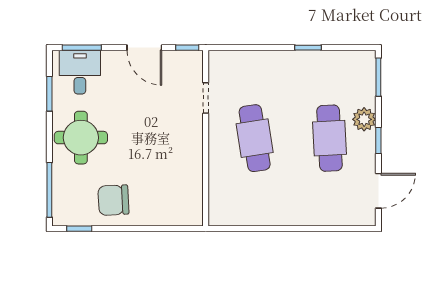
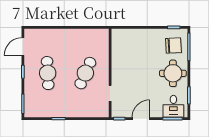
door: (144, 48) -> (141, 119), hinge flipped
plant: (364, 119) -> (30, 83), removed
cafe table: (255, 138) -> (85, 73), turned 33
chair: (113, 200) -> (173, 45), moved

